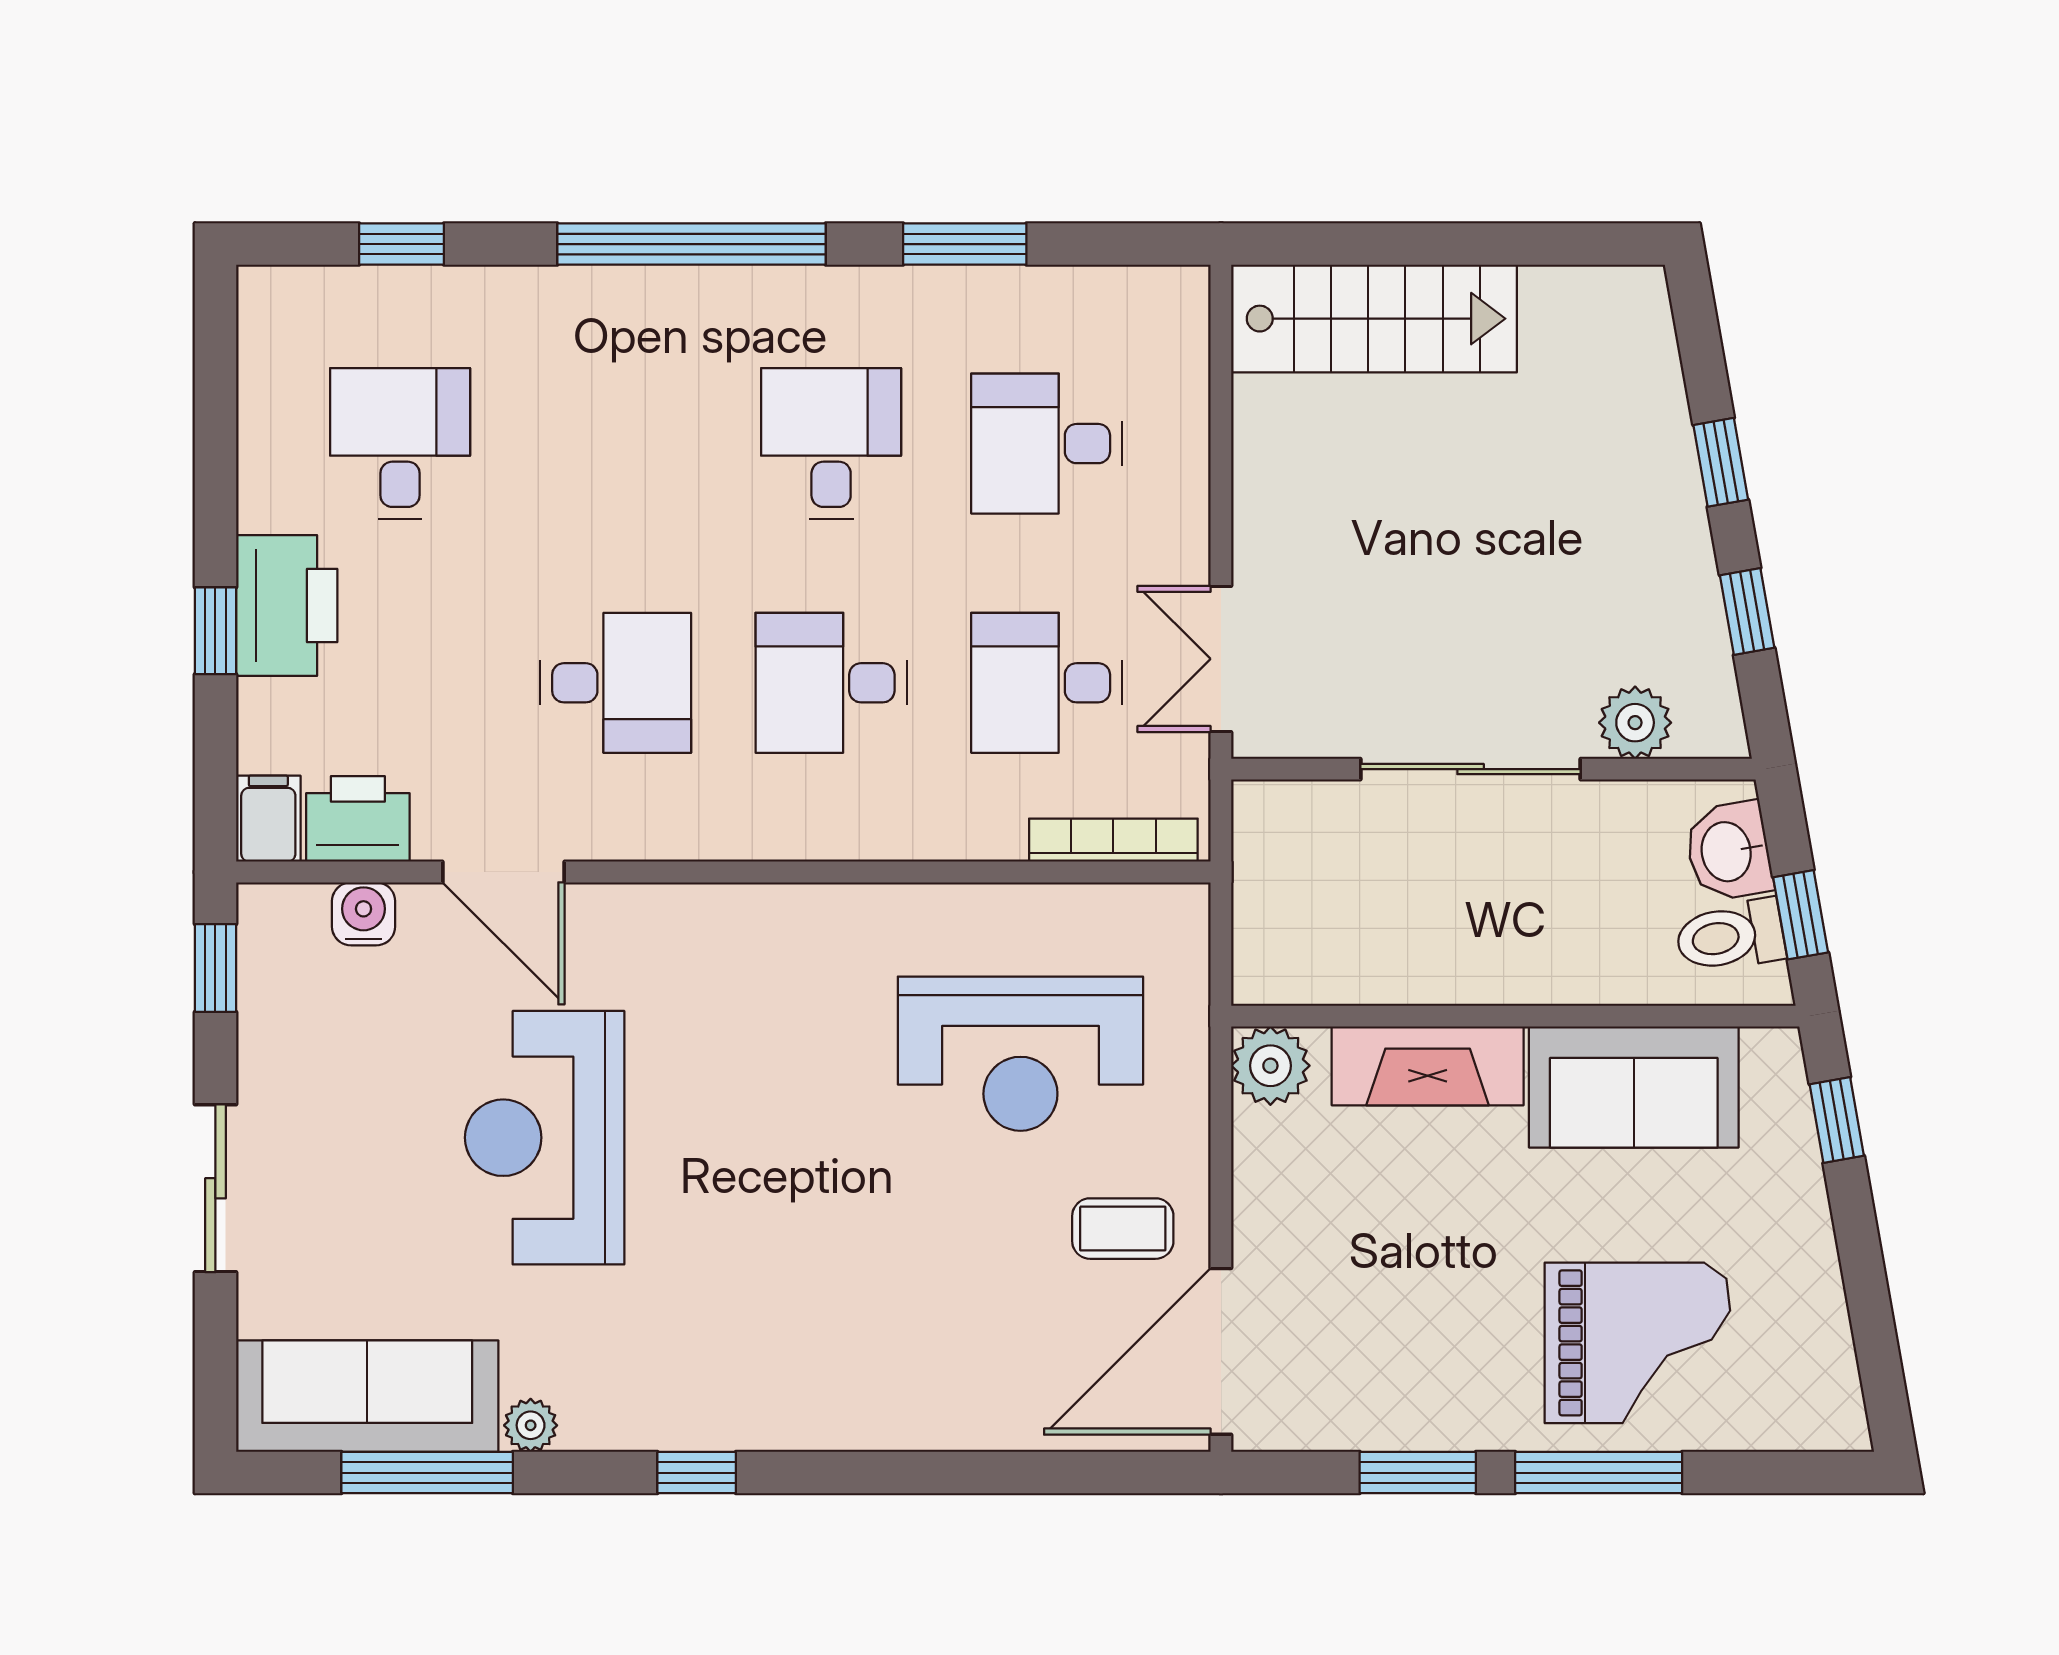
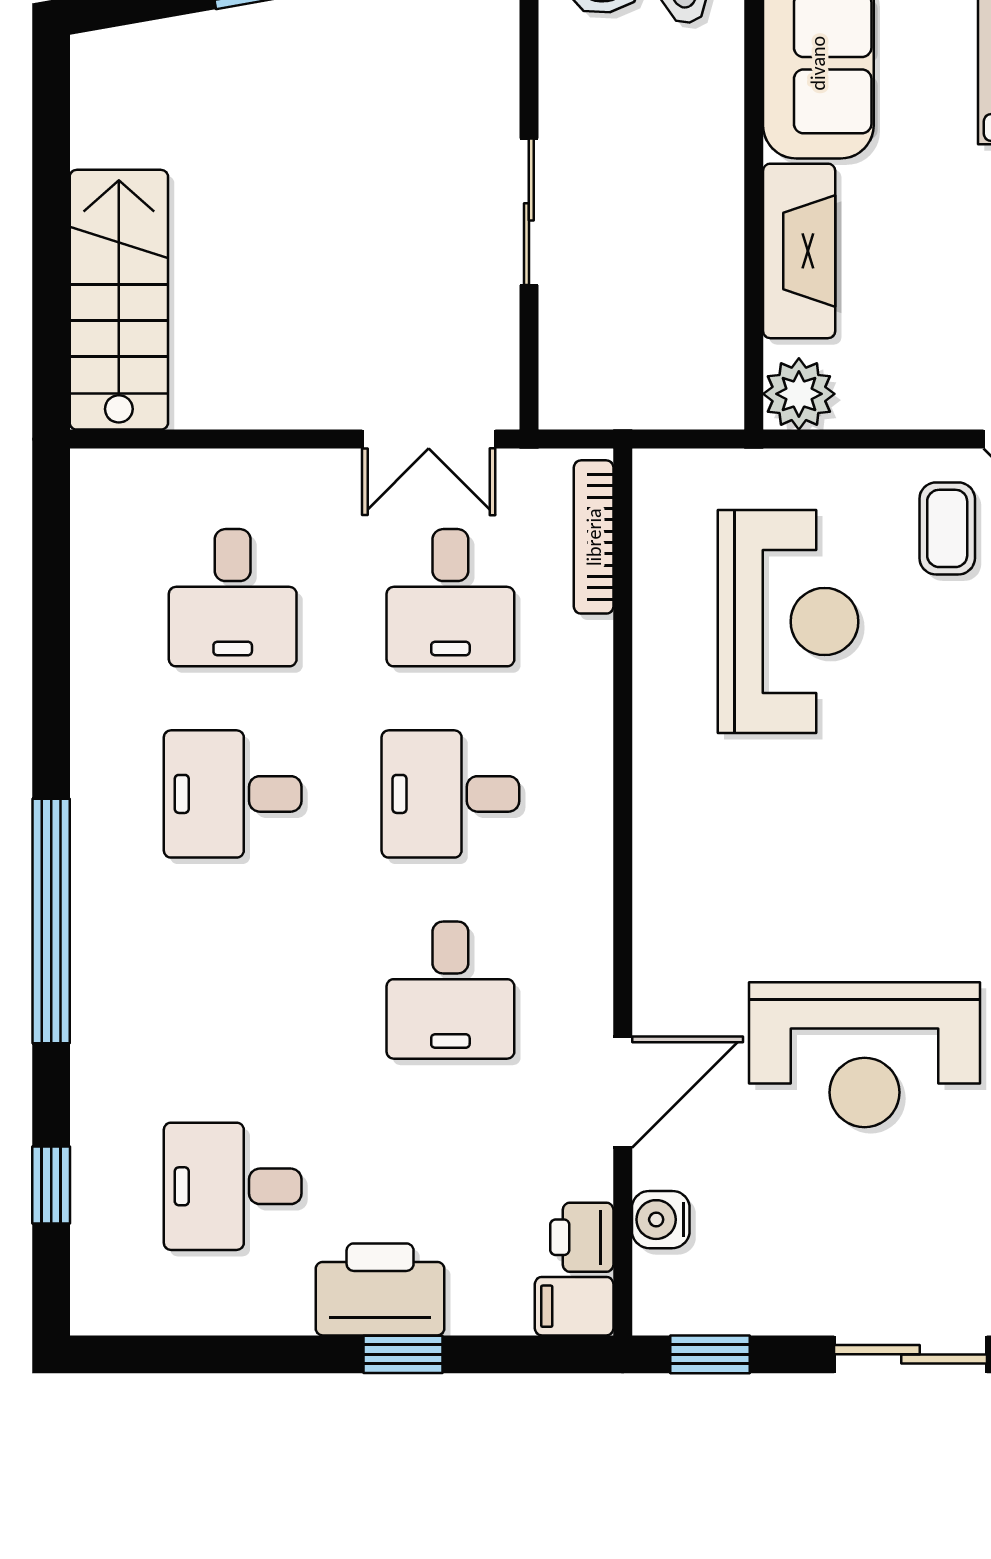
window: (965, 244) -> (51, 672), removed
desk: (616, 683) -> (450, 990), turned 180
desk: (831, 683) -> (450, 794), turned 90
plant: (1635, 723) -> (487, 62), removed
sliding door: (1471, 769) -> (529, 212), width x0.73
printer: (358, 819) -> (582, 1237), width x0.73, depth x0.81

